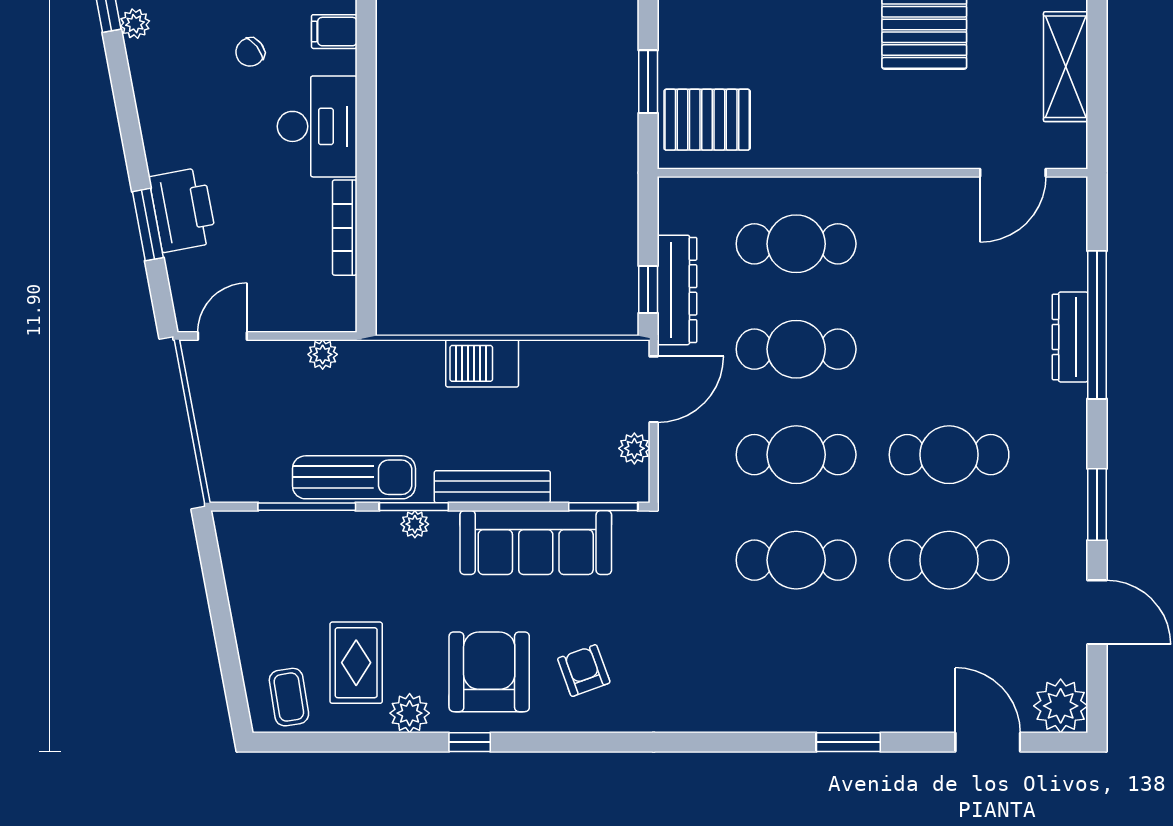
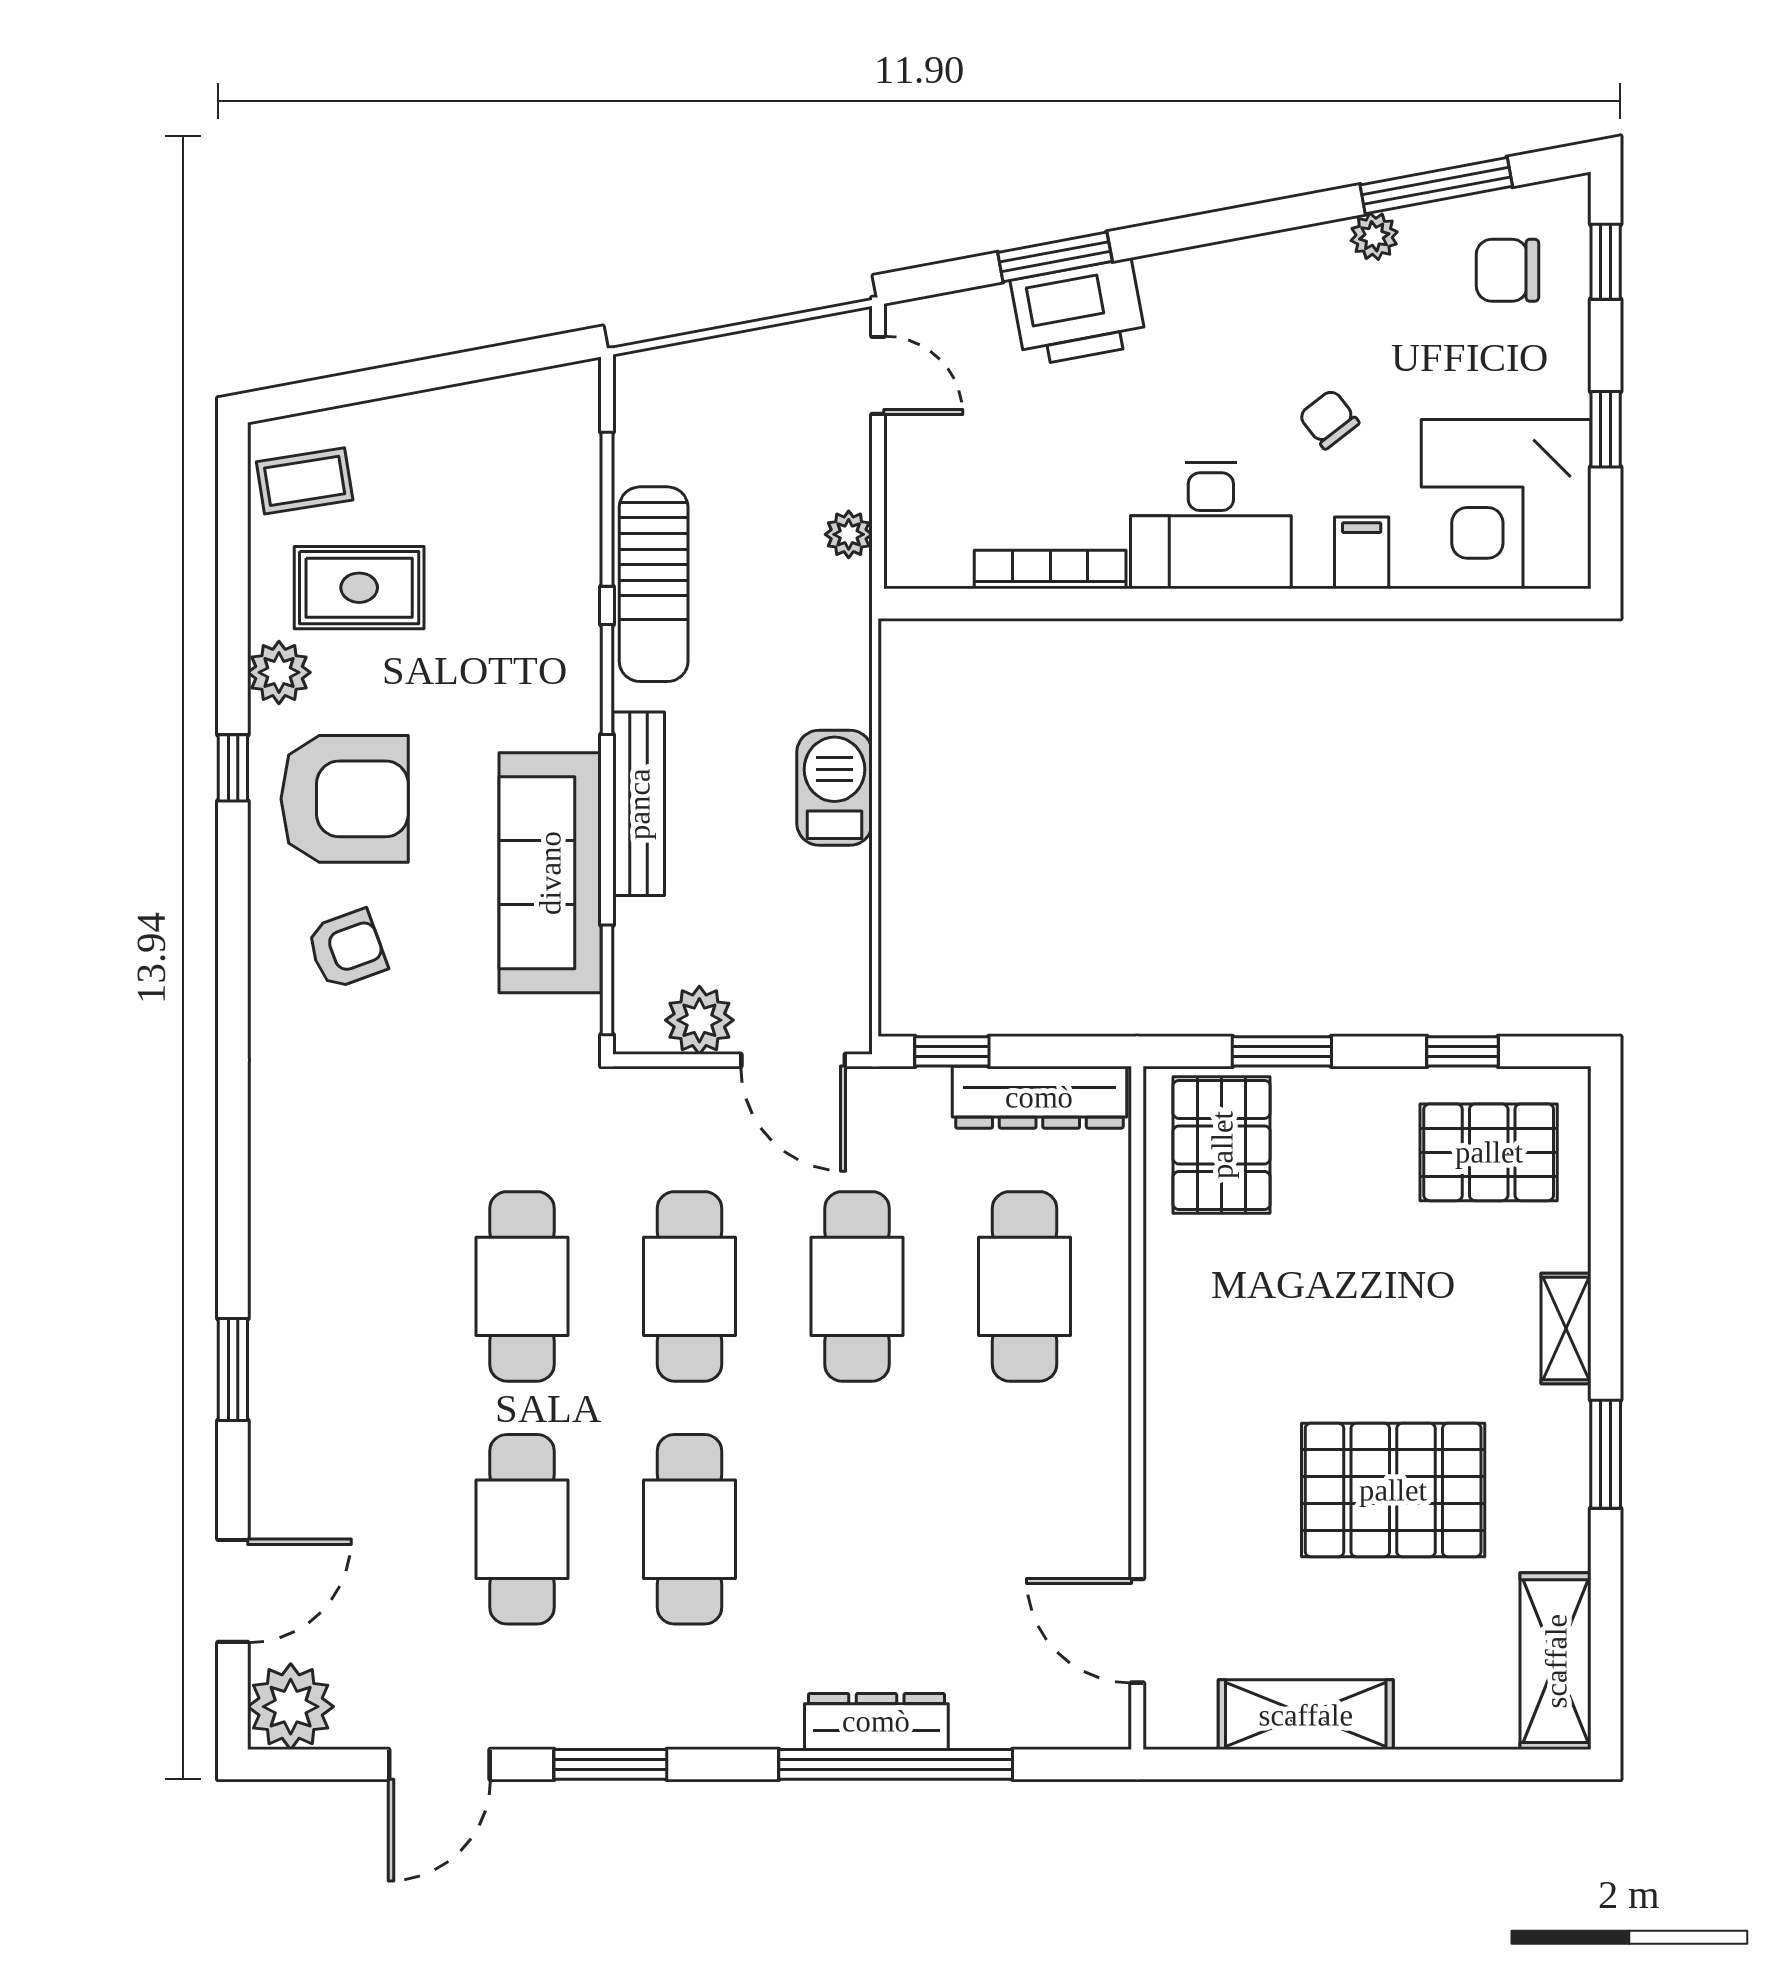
dresser: (677, 290) -> (1039, 1097), moved
plant: (634, 448) -> (699, 1020), width x1.38, depth x1.38
plant: (415, 524) -> (579, 681), removed

